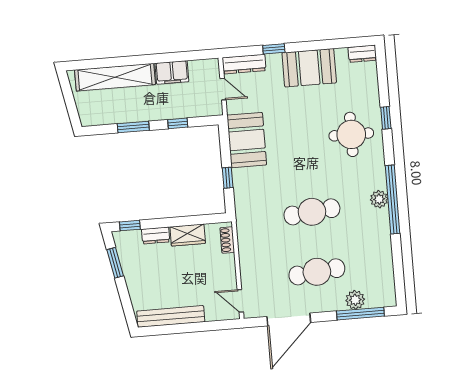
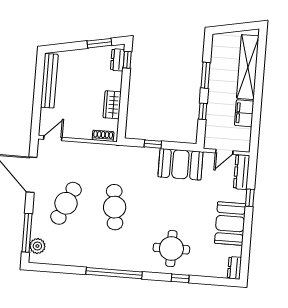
plant: (379, 199) -> (116, 262), removed
dresser: (156, 235) -> (117, 60), moved
cafe table: (317, 272) -> (66, 203), turned 30
plant: (355, 300) -> (37, 246), moved

